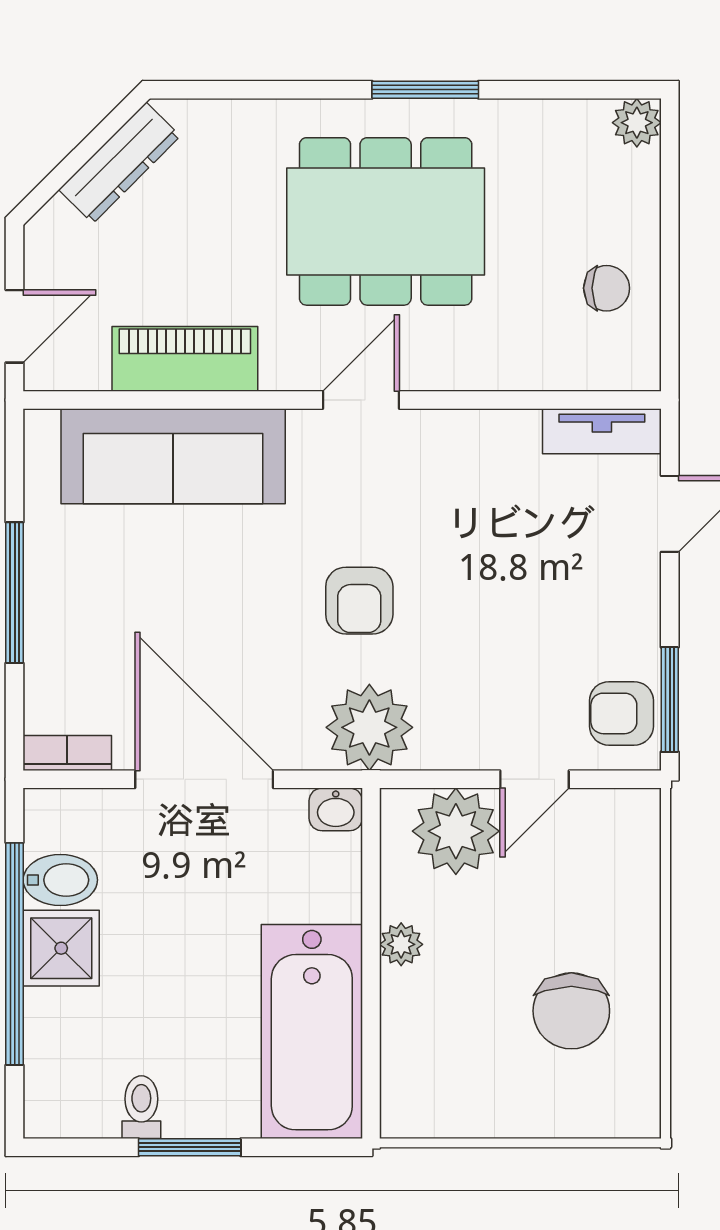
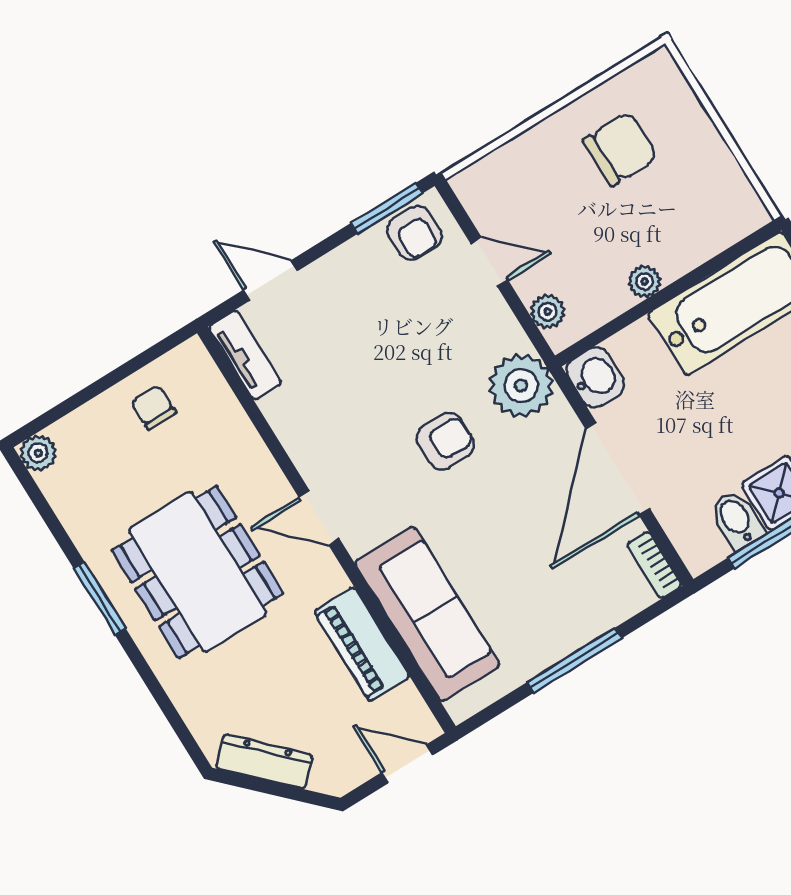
washbasin: (336, 809) -> (595, 377), width x1.38, depth x1.45
plant: (456, 831) -> (548, 312), width x0.53, depth x0.53

